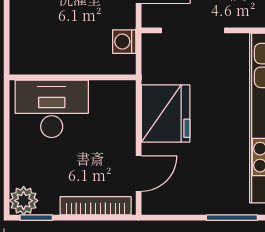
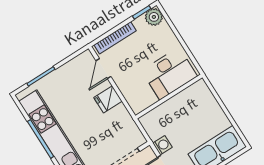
washing machine: (124, 42) -> (162, 145), moved
fridge: (166, 114) -> (108, 99), width x0.53, depth x0.75

